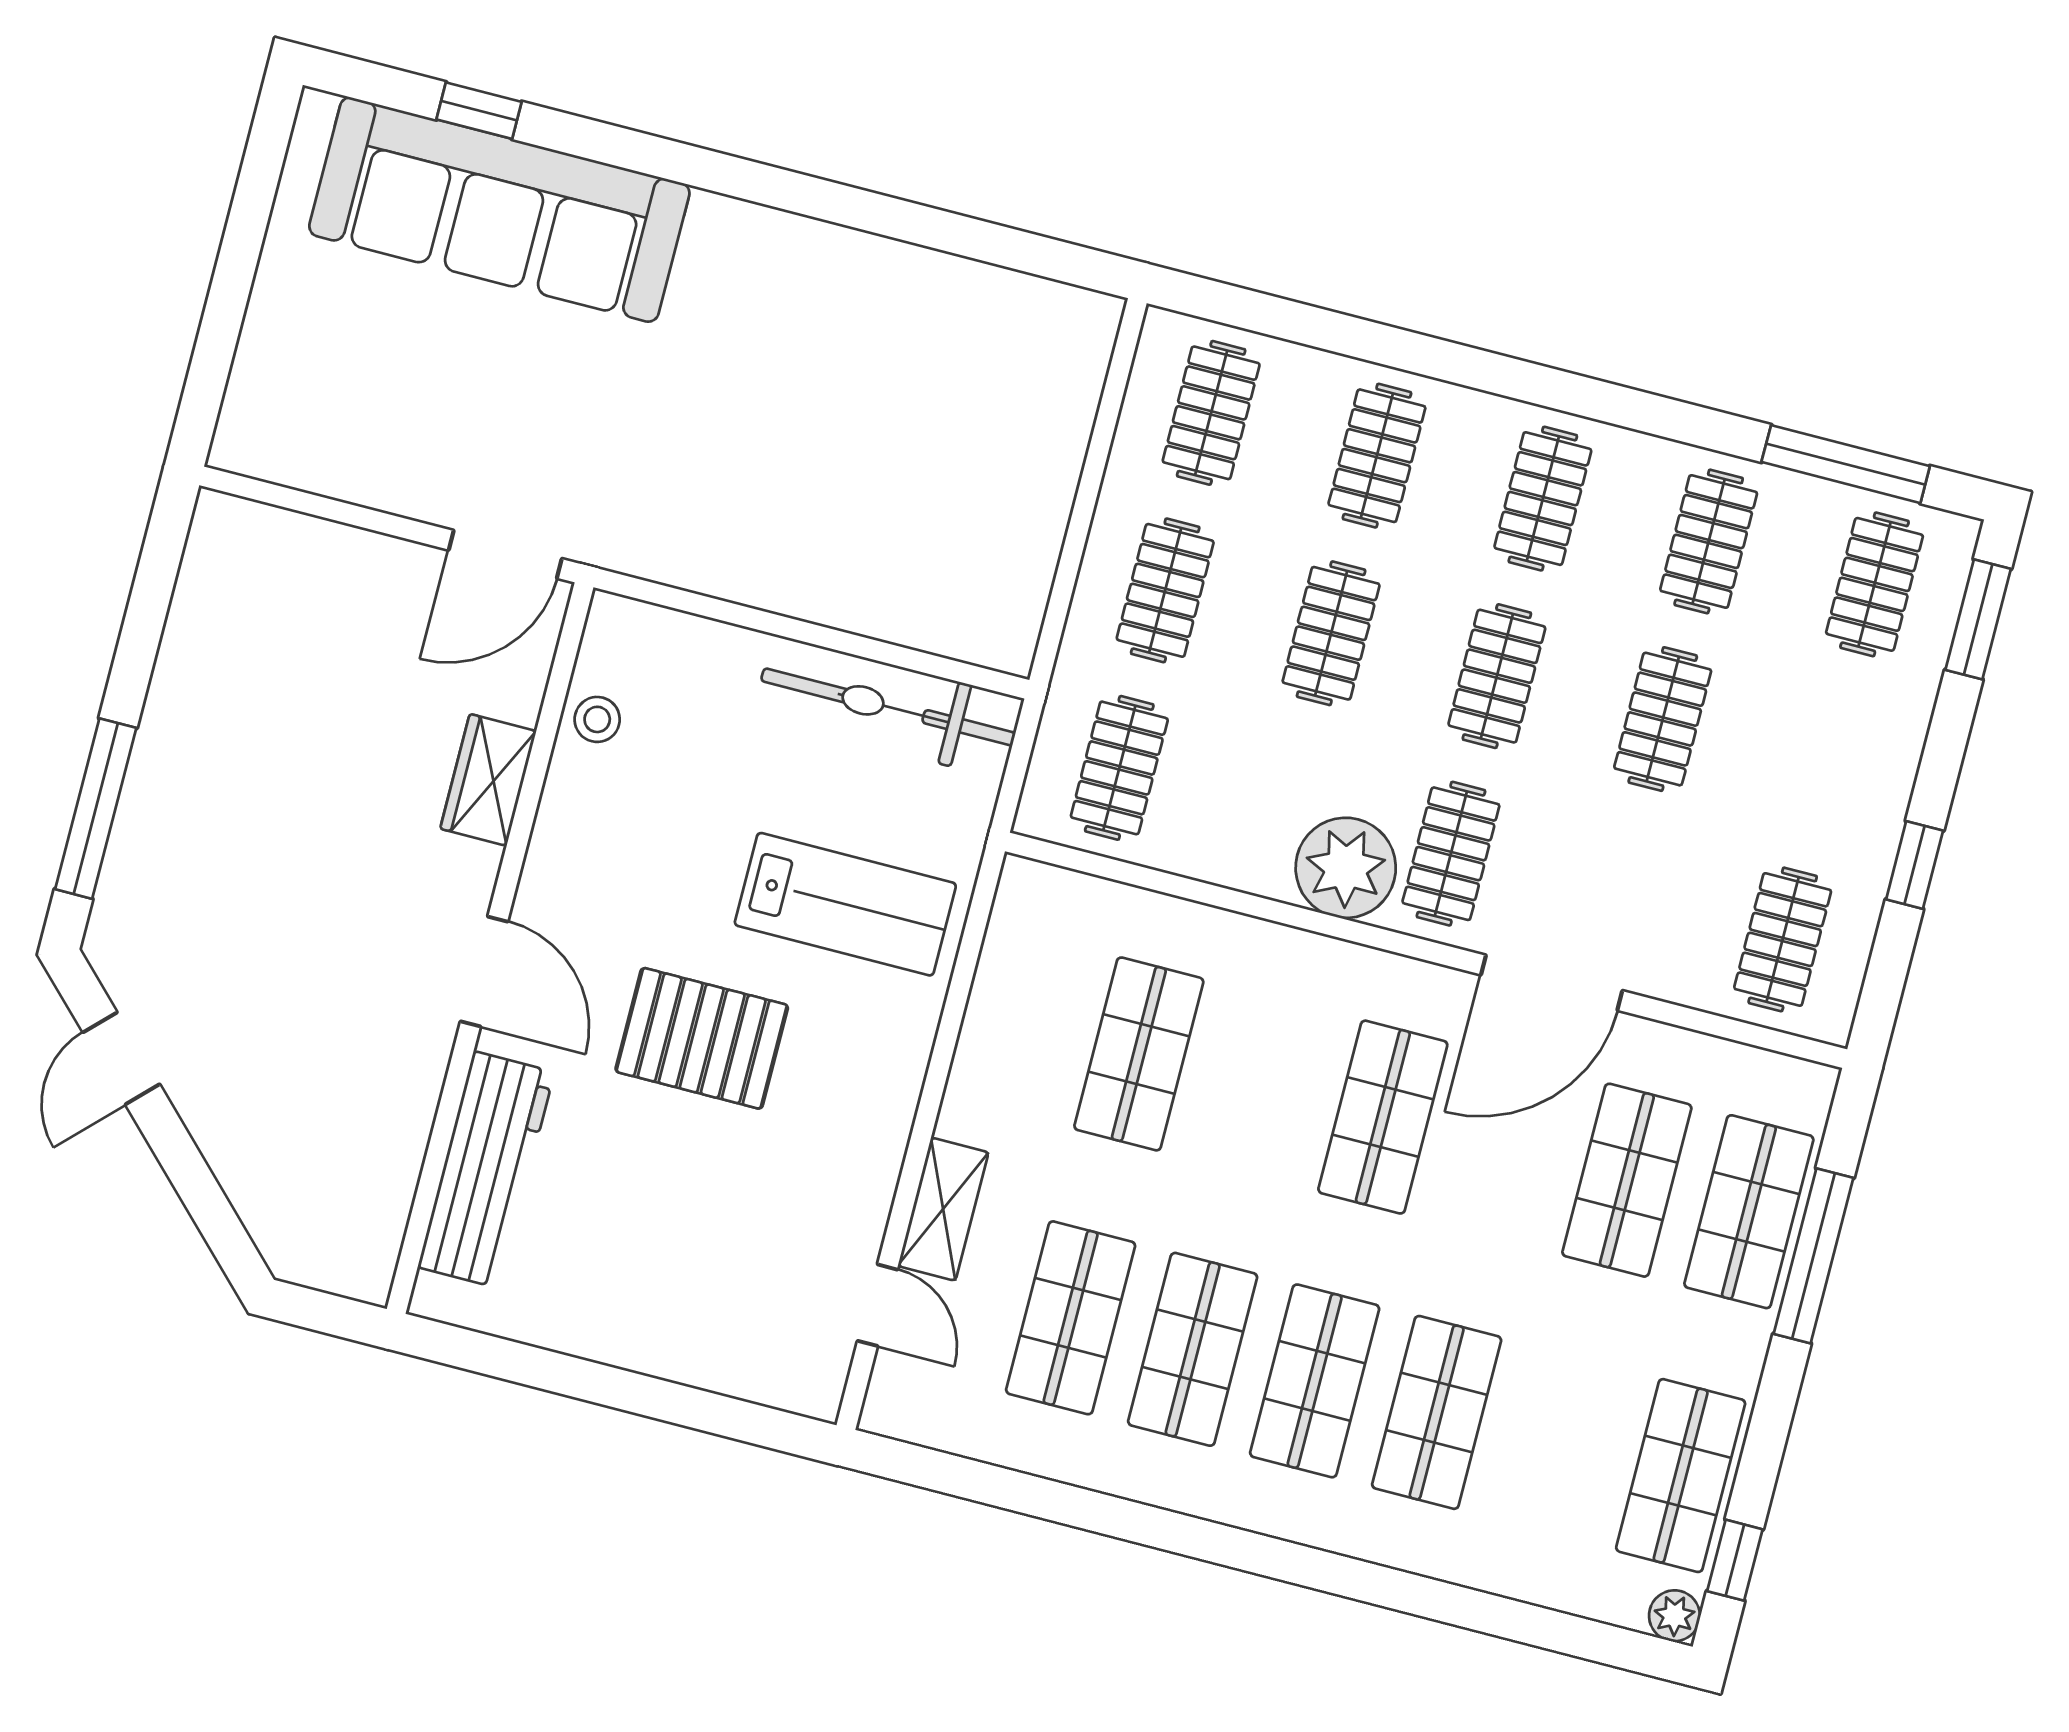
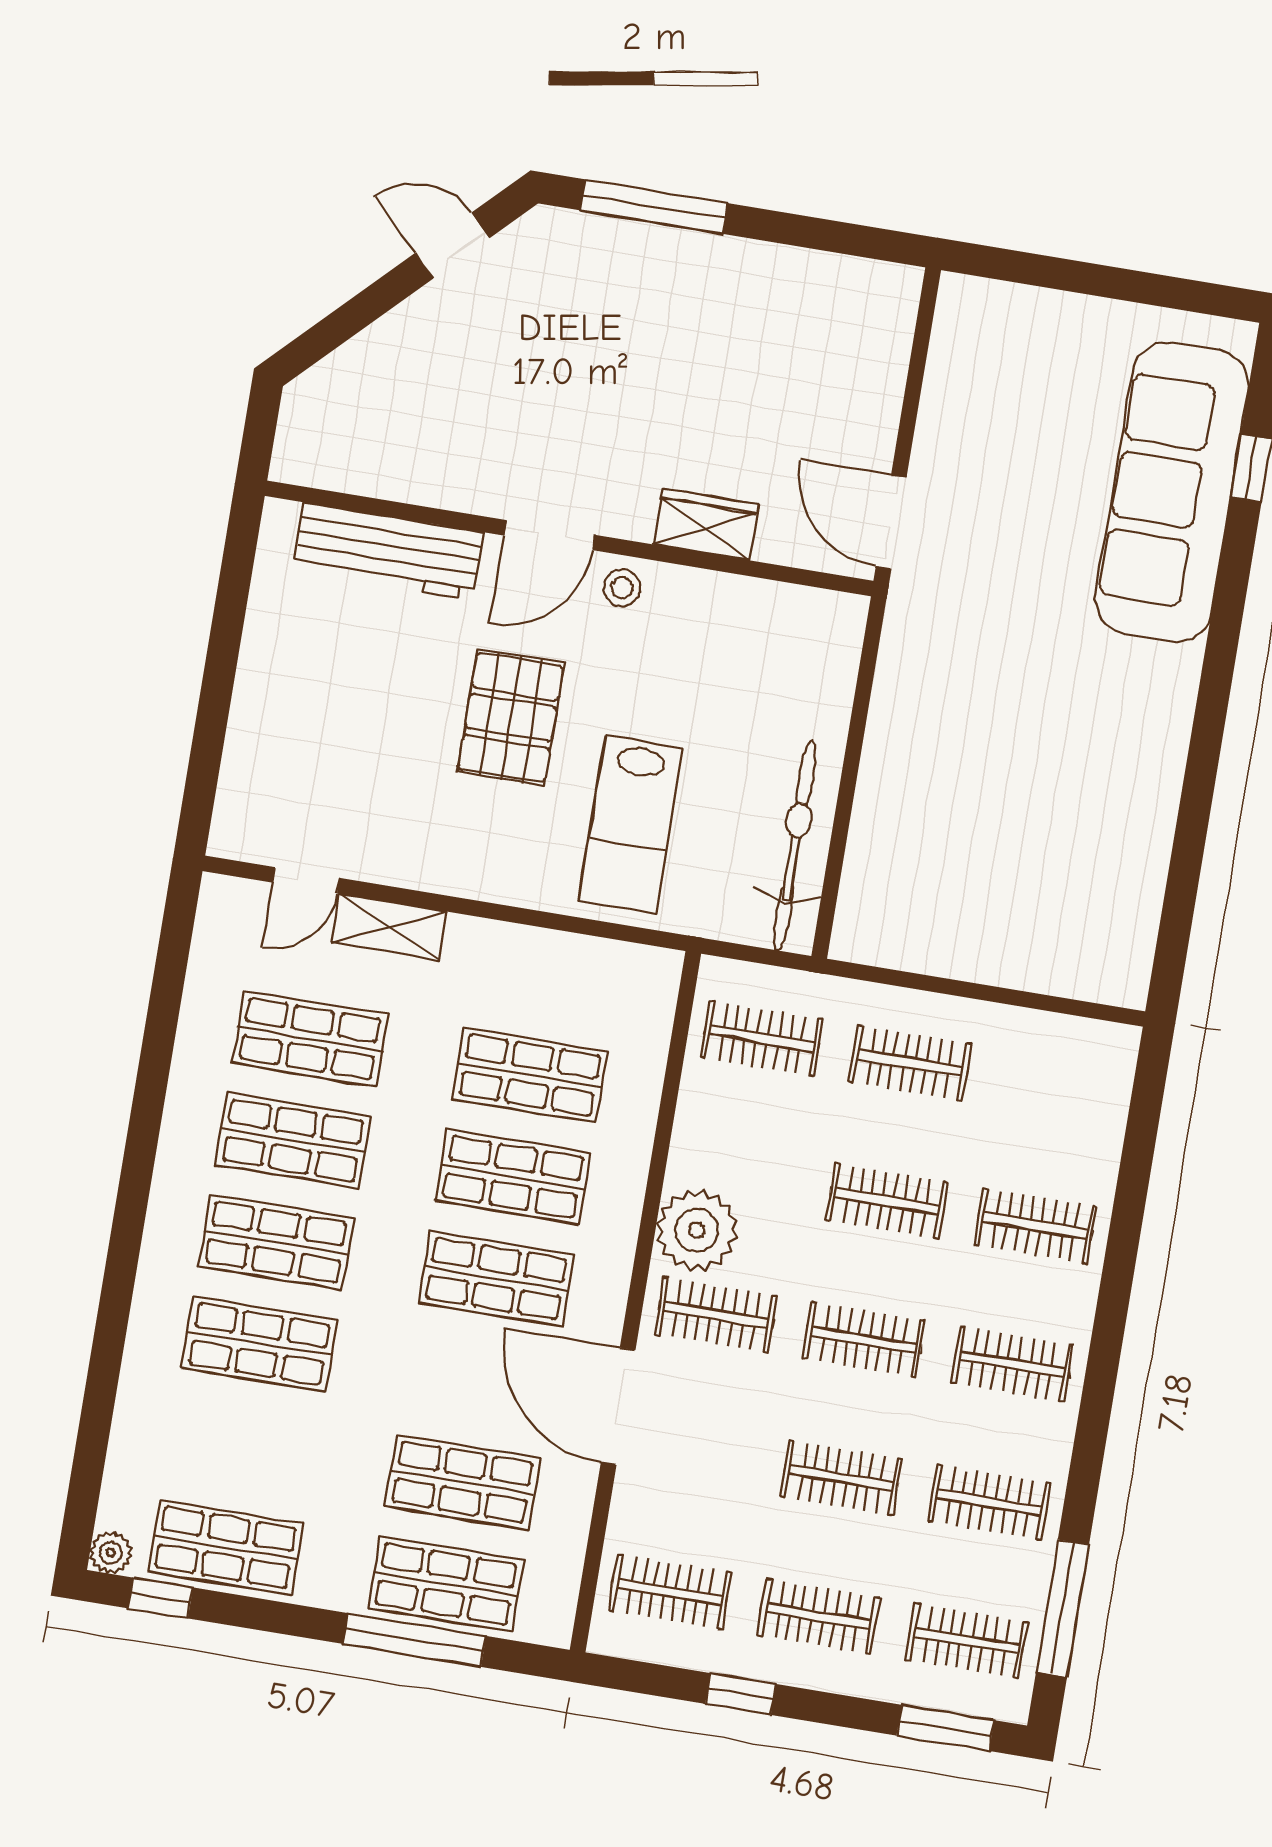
clothes rail: (1211, 413) -> (818, 1616), moved
stool: (597, 719) -> (622, 588), moved
shop shelf: (1261, 1086) -> (513, 1177), added

